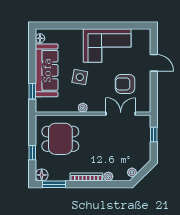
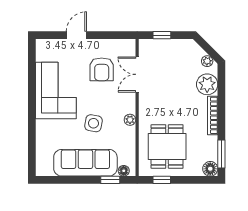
floor lamp: (40, 38) -> (124, 171), moved
window: (32, 153) -> (162, 180), moved
plant: (108, 176) -> (207, 84), width x1.88, depth x1.88

